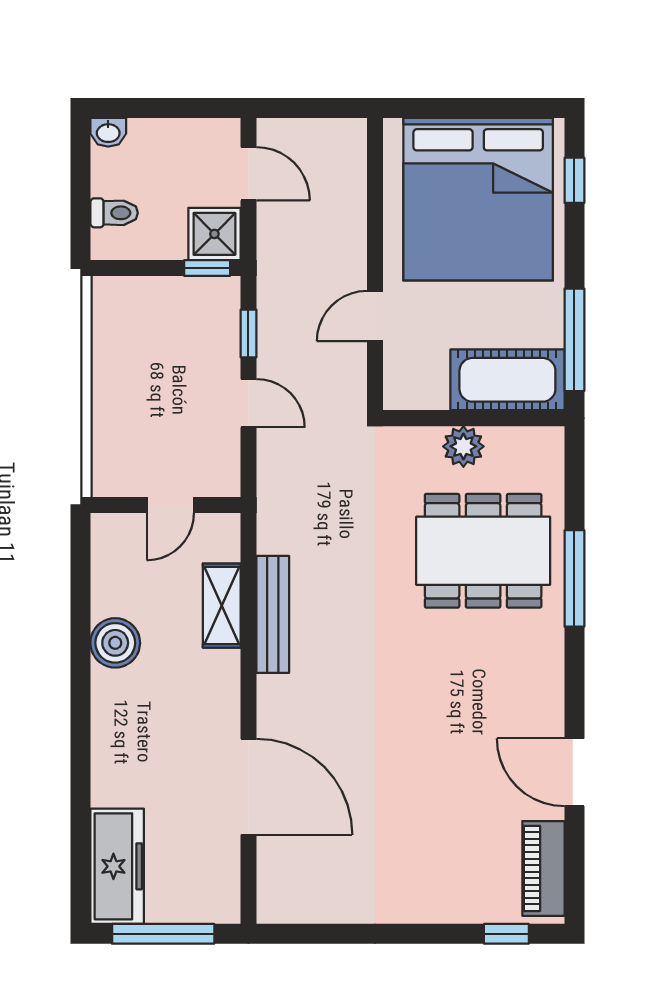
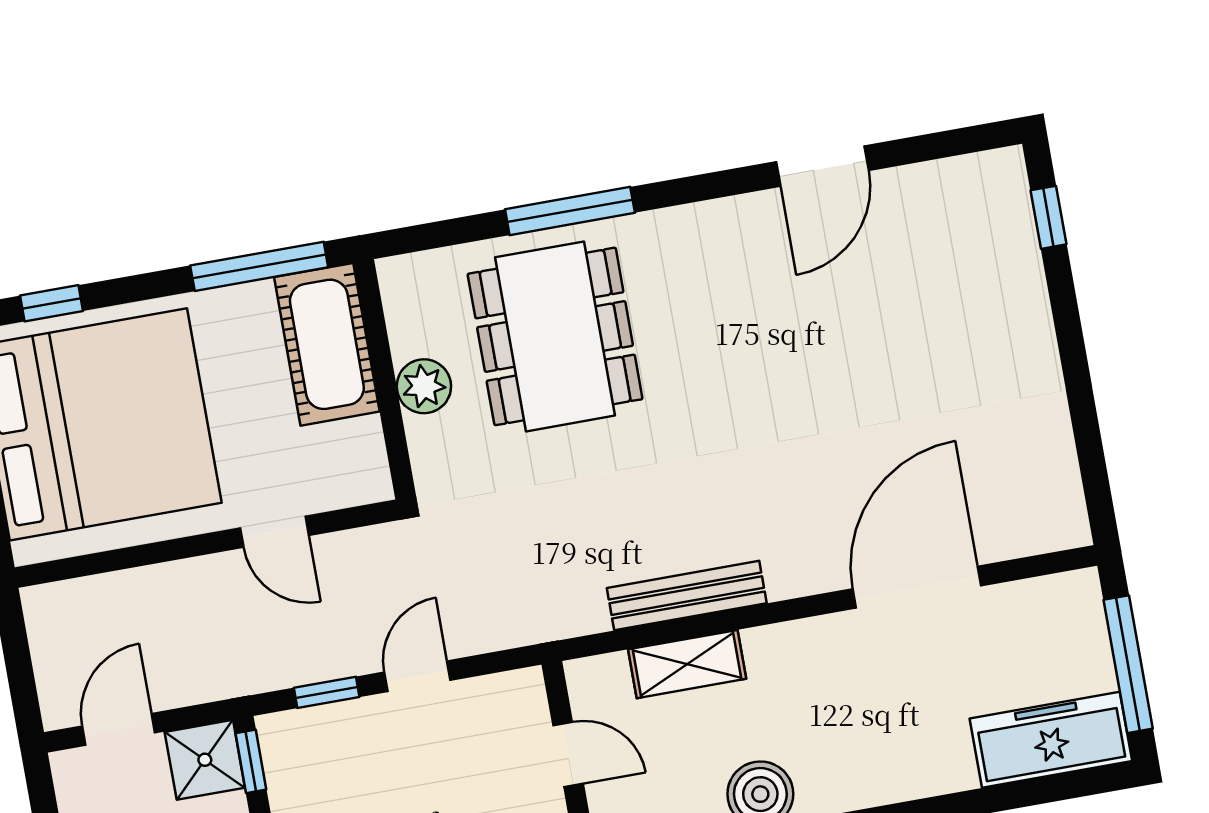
piano: (543, 868) -> (955, 184), removed

